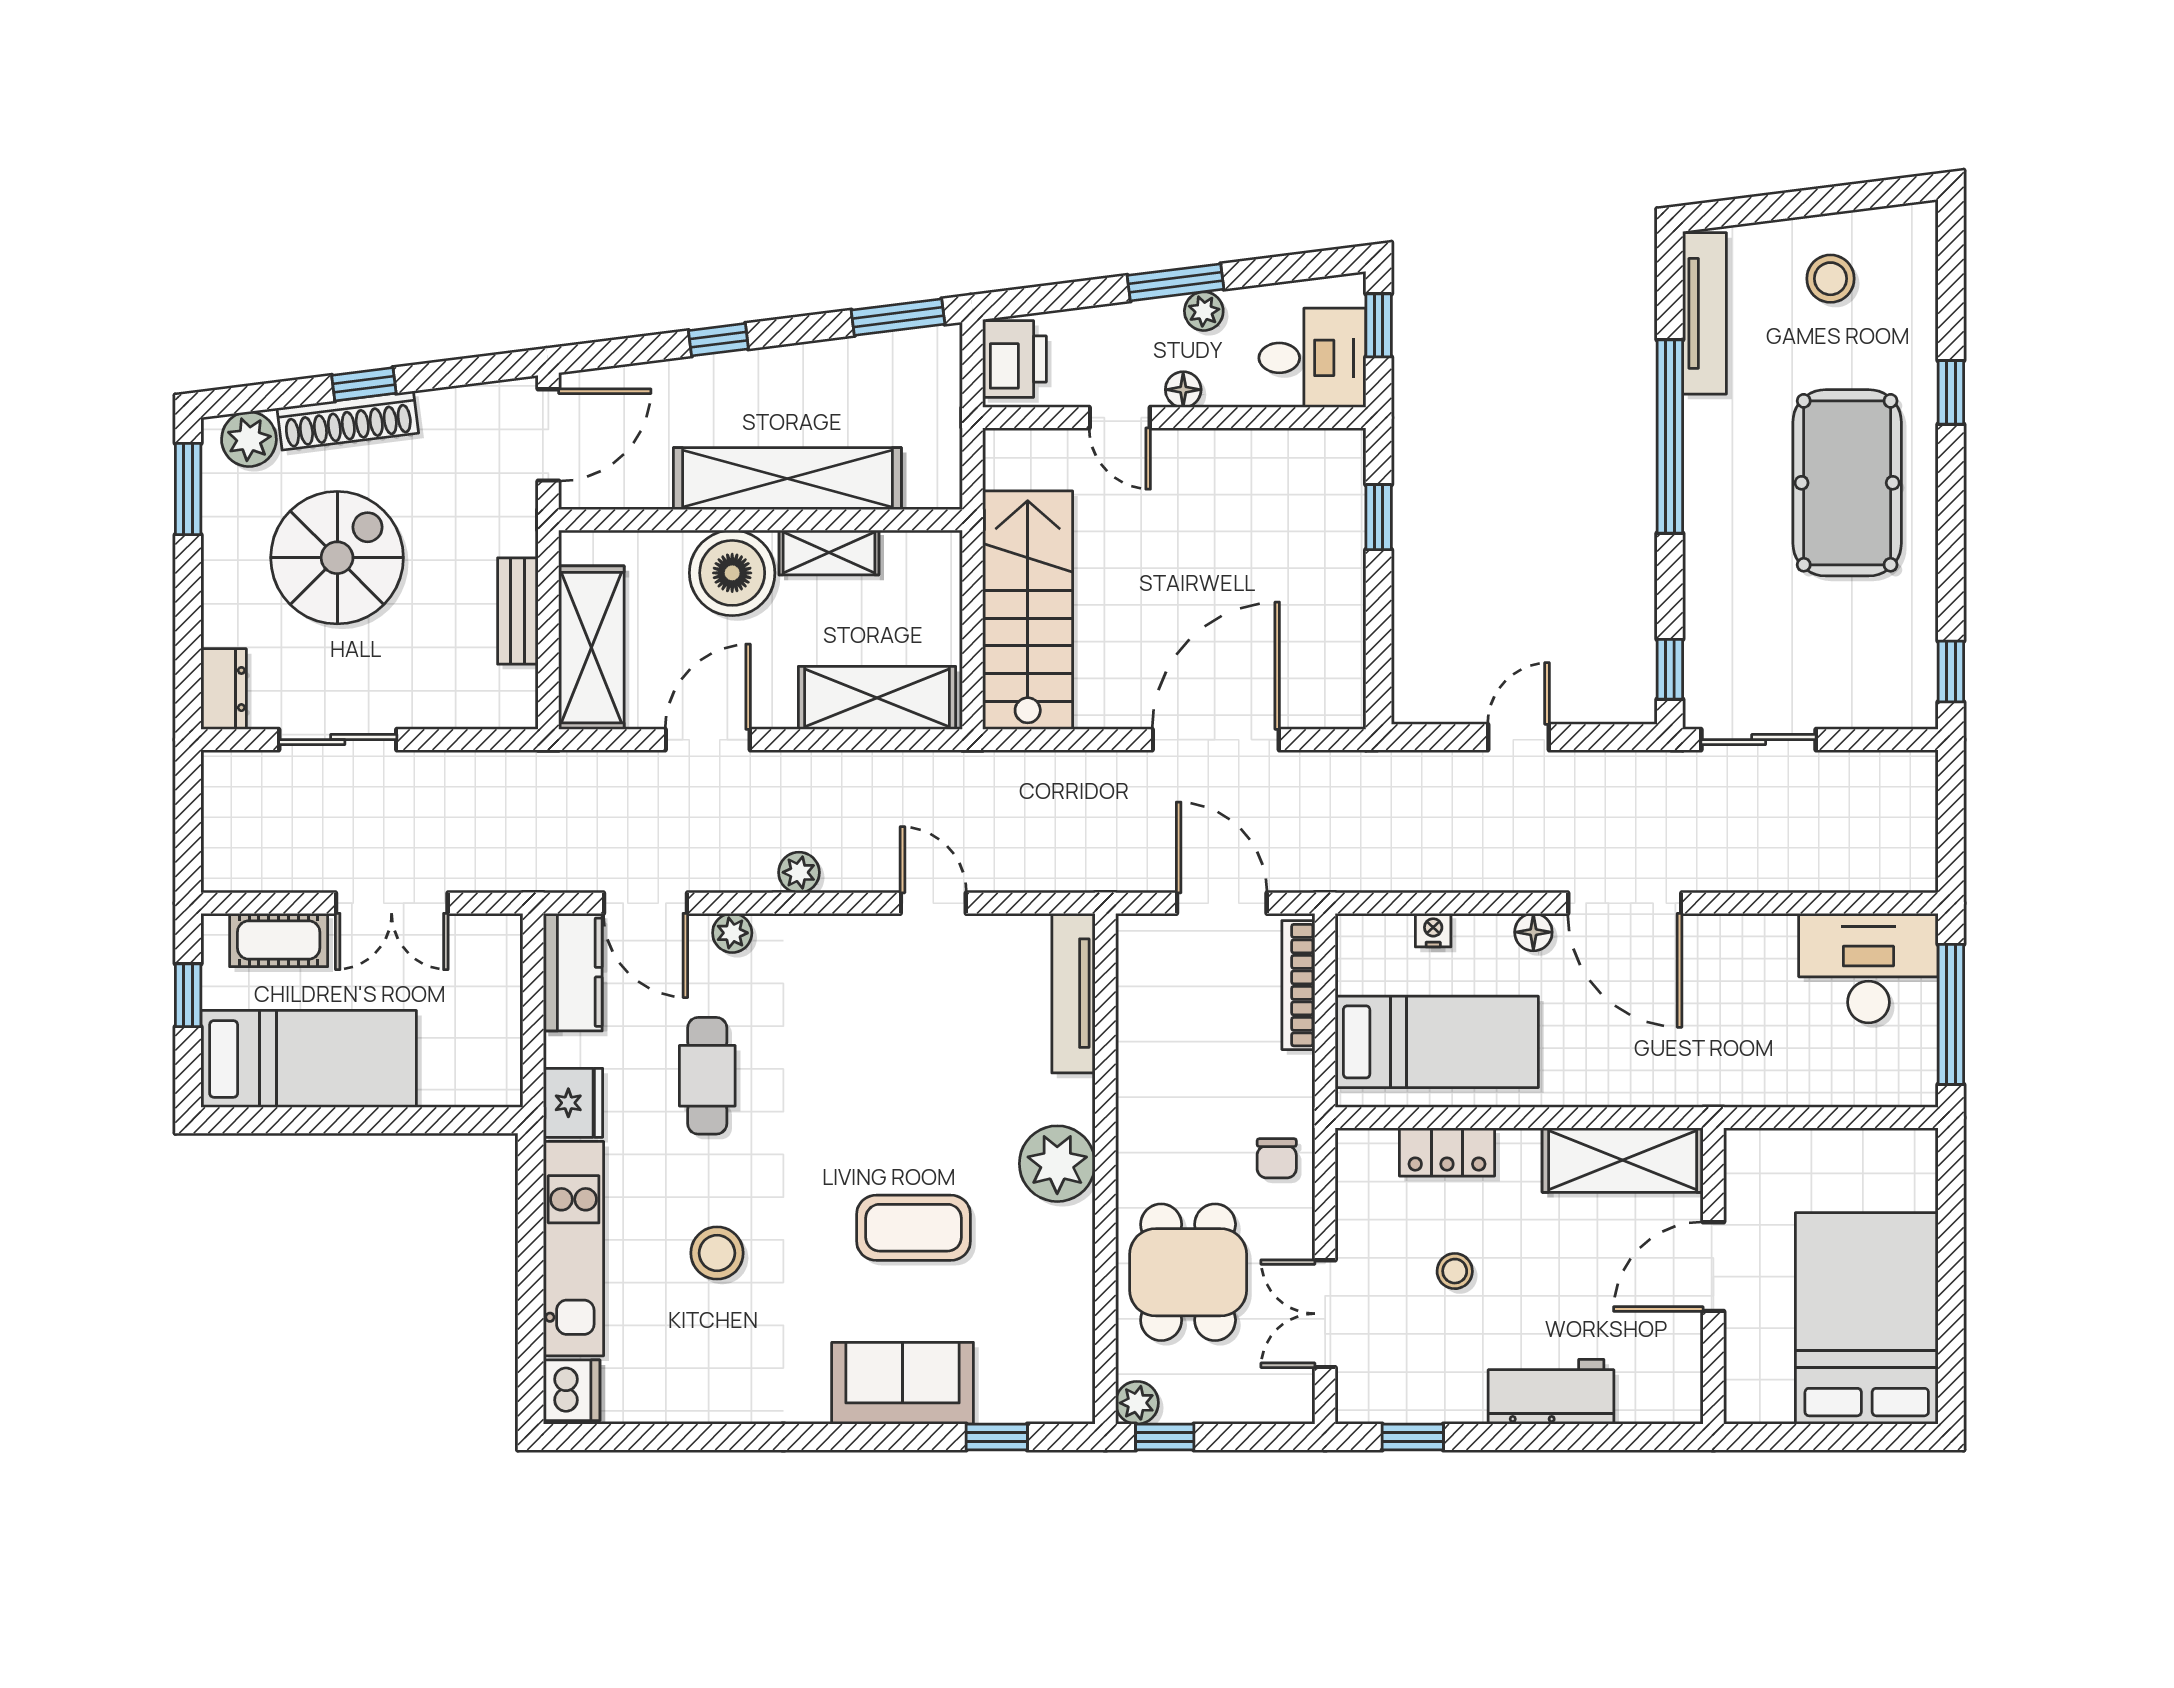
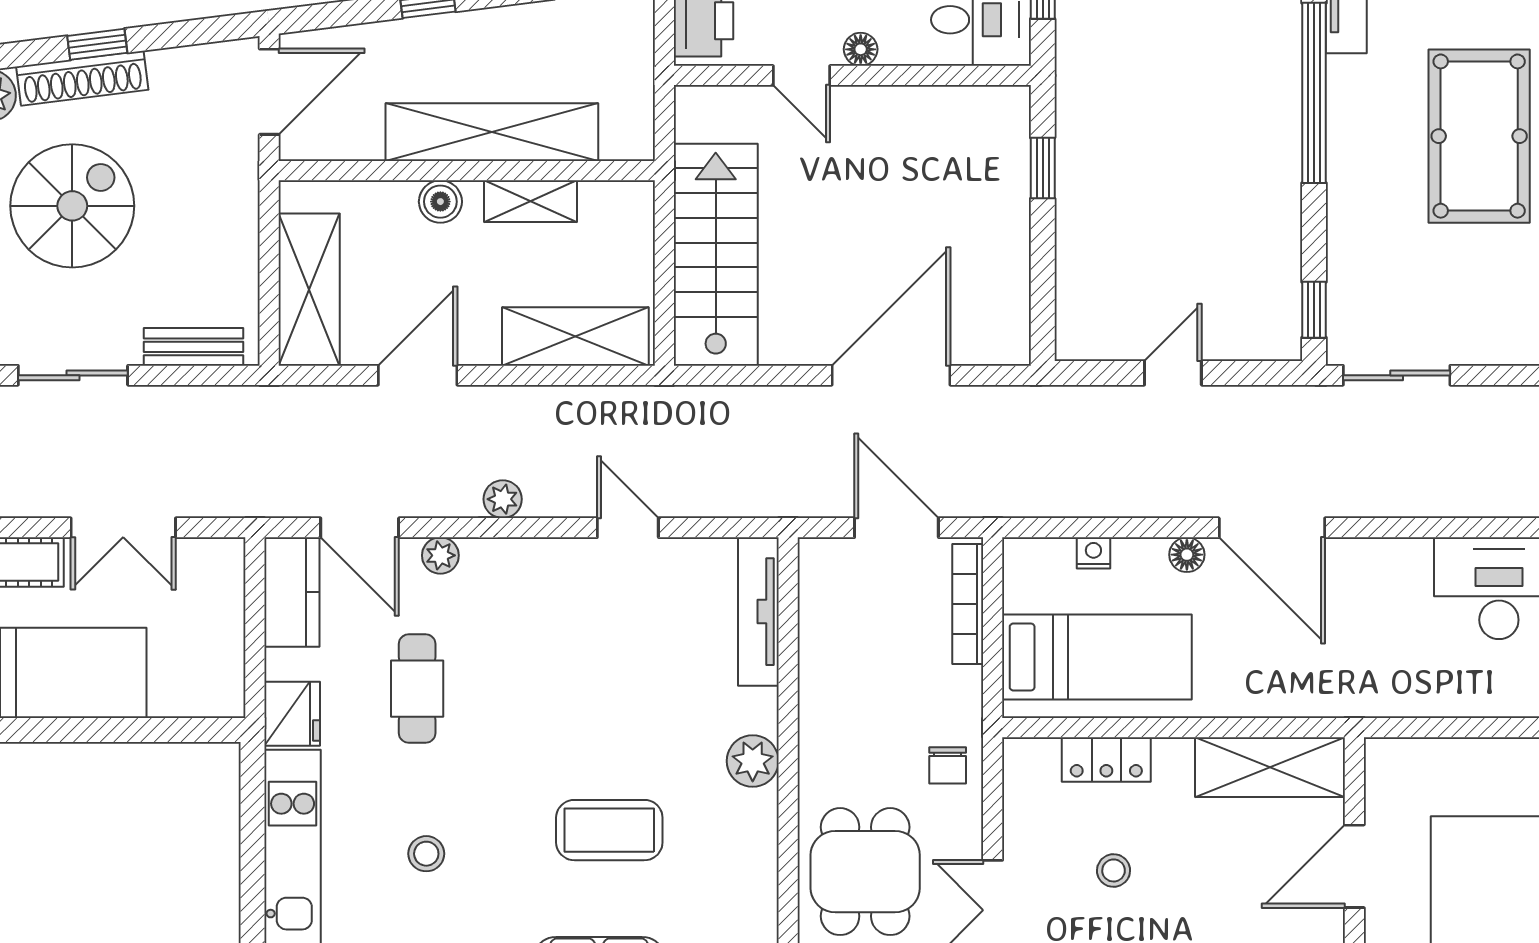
boiler: (732, 573) -> (440, 202), width x0.54, depth x0.54
bench: (518, 611) -> (193, 347), moved, turned 90
plant: (1057, 1164) -> (753, 761), width x0.73, depth x0.73
stool: (717, 1253) -> (426, 854), width x0.73, depth x0.73

